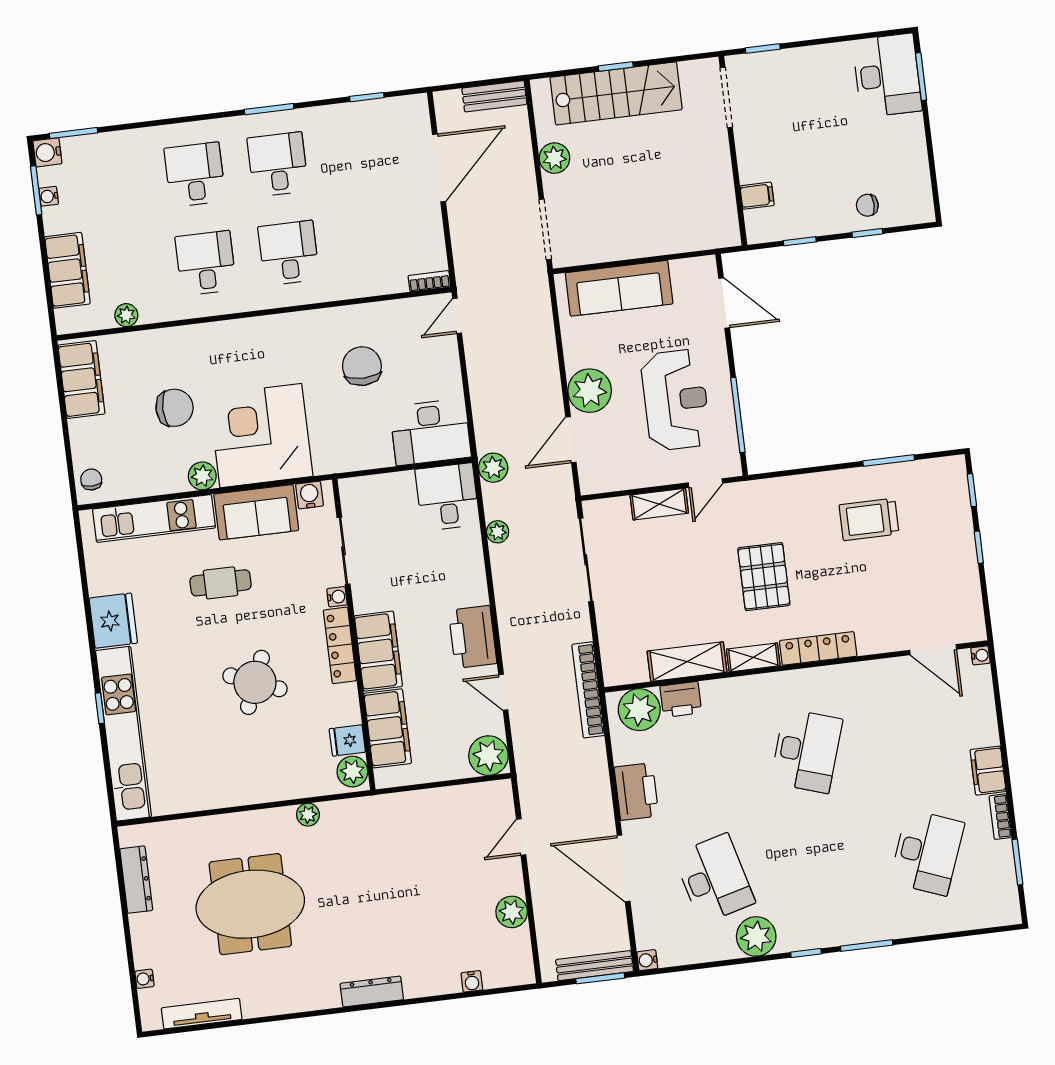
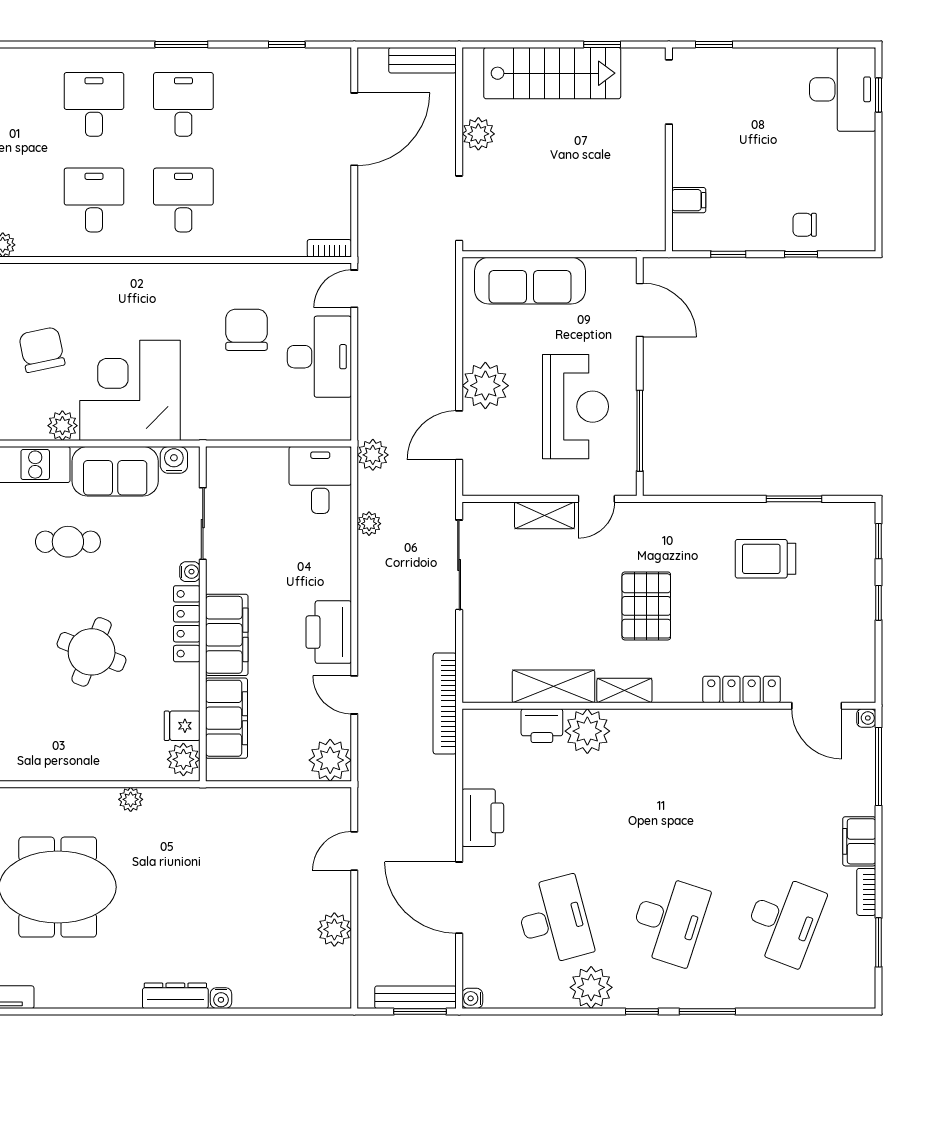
window: (616, 67) -> (602, 44), moved
window: (921, 77) -> (879, 95), width x0.67
chair: (174, 408) -> (42, 350), turned -102
desk: (430, 432) -> (319, 357), moved, turned -90
locker: (818, 648) -> (742, 689), moved
window: (997, 699) -> (879, 766), added
plant: (639, 710) -> (587, 731), moved
desk: (807, 751) -> (669, 920), moved
water cooler: (472, 981) -> (221, 998), moved

